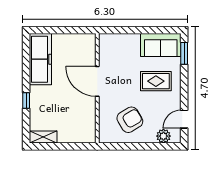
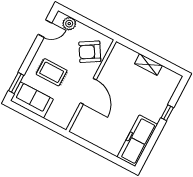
door: (97, 81) -> (88, 91), moved
wall: (97, 88) -> (91, 86), moved
shelving: (43, 137) -> (148, 64), moved

